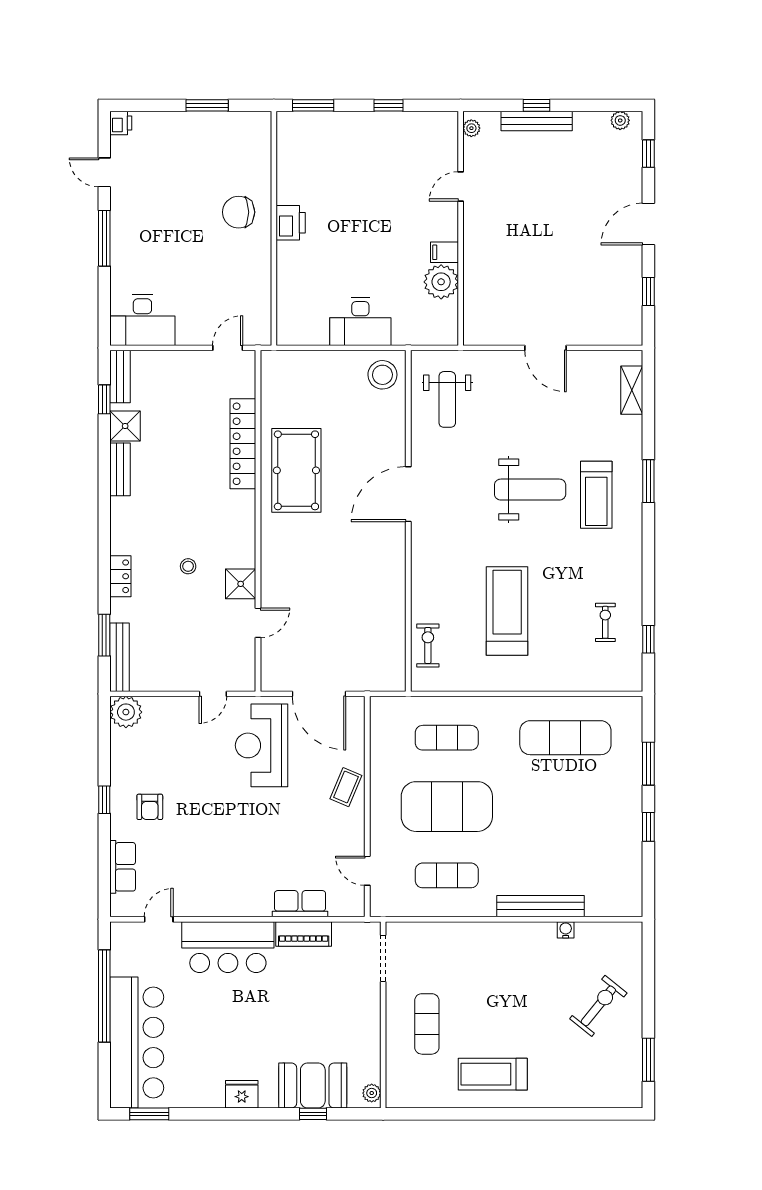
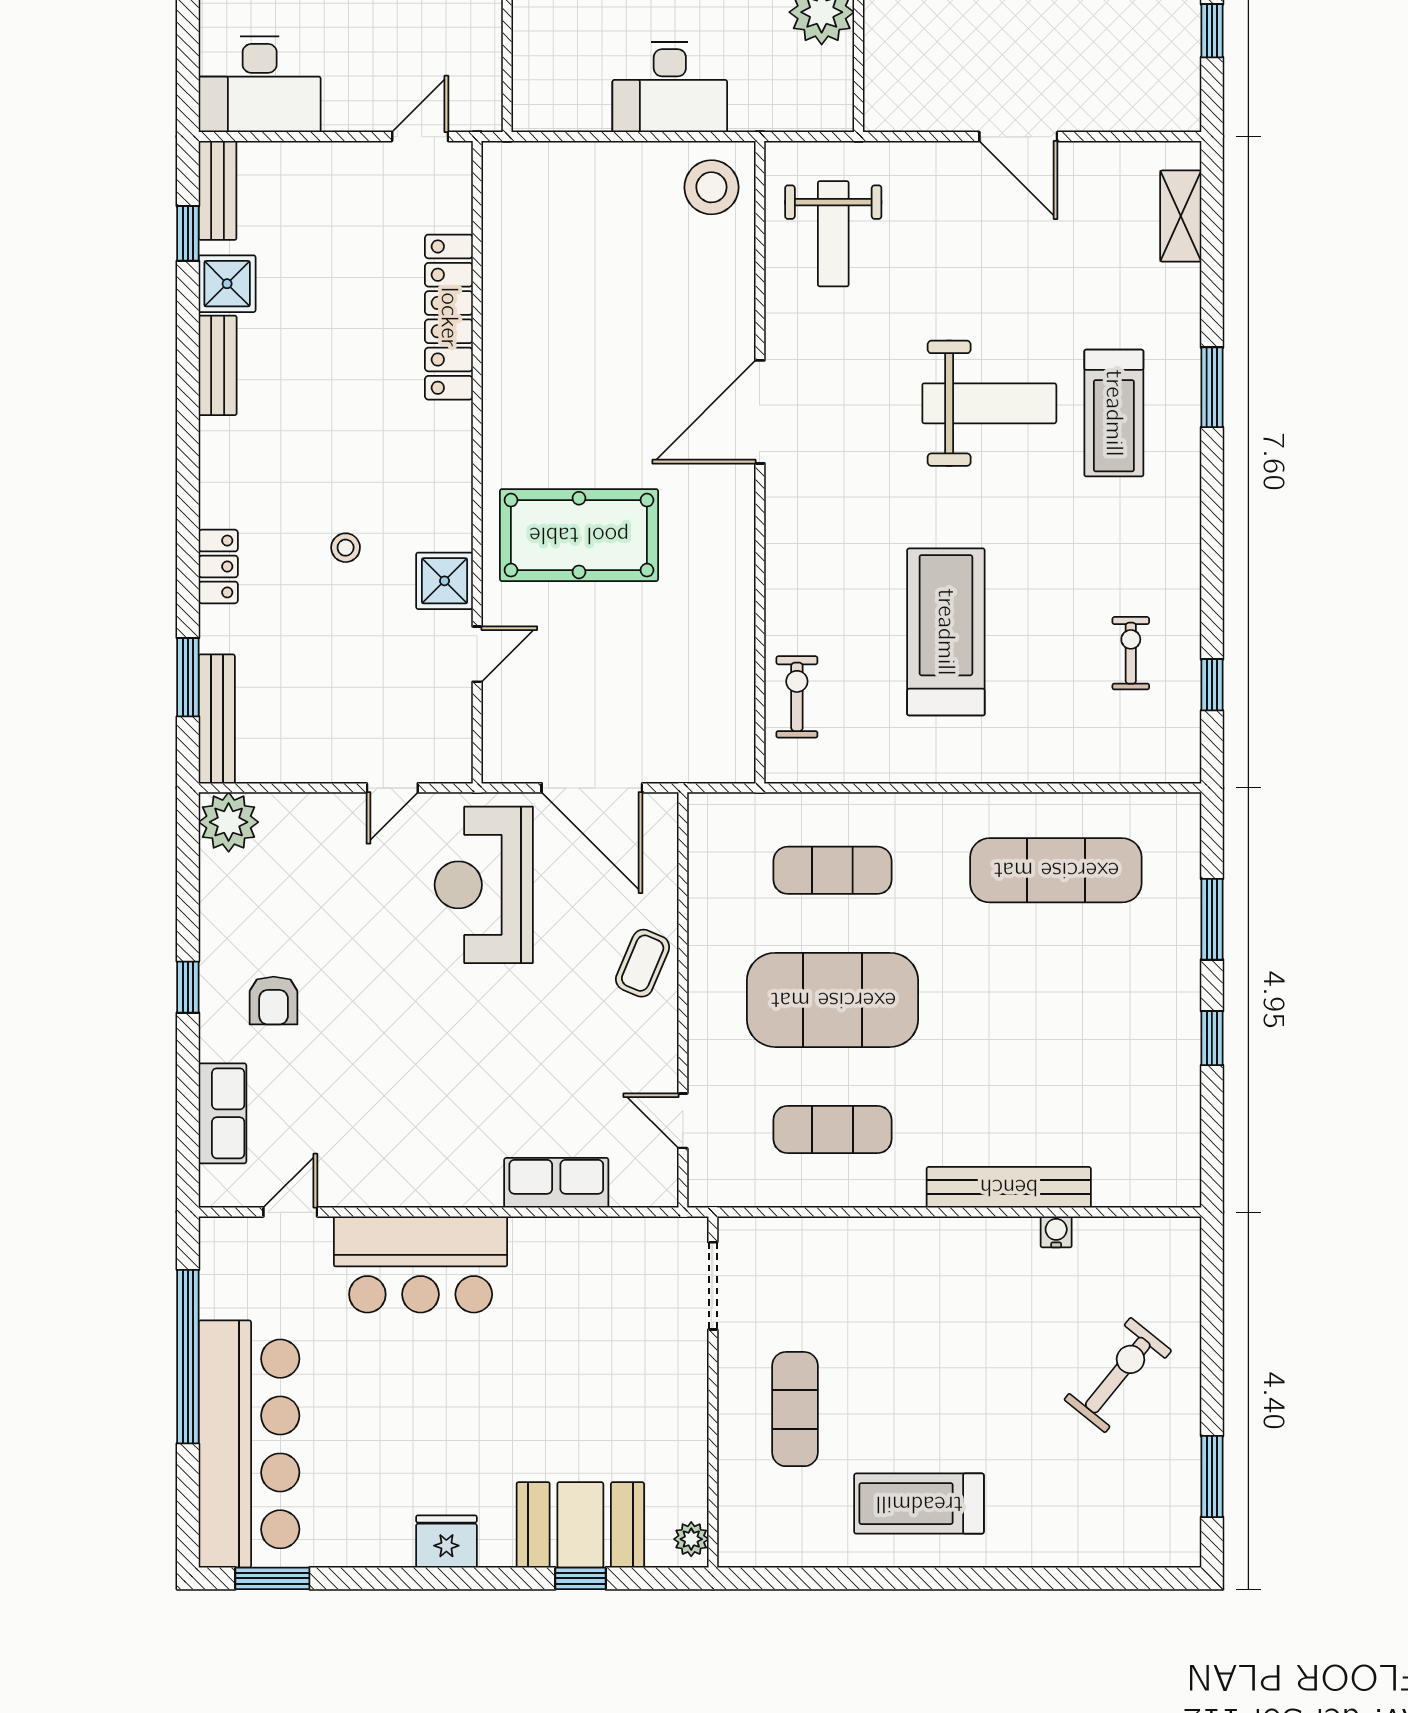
pool table: (296, 470) -> (579, 535), moved, turned 90
piano: (304, 934) -> (563, 1240), removed

